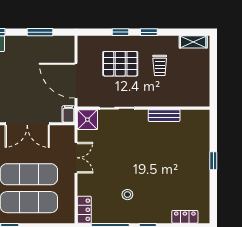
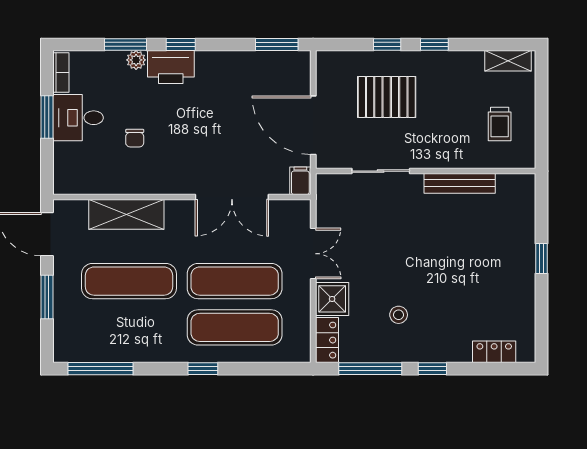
window: (40, 32) -> (277, 44), moved
trolley: (160, 65) -> (500, 124), moved
bench: (164, 116) -> (460, 183), width x1.36
shower: (87, 120) -> (332, 299), moved

